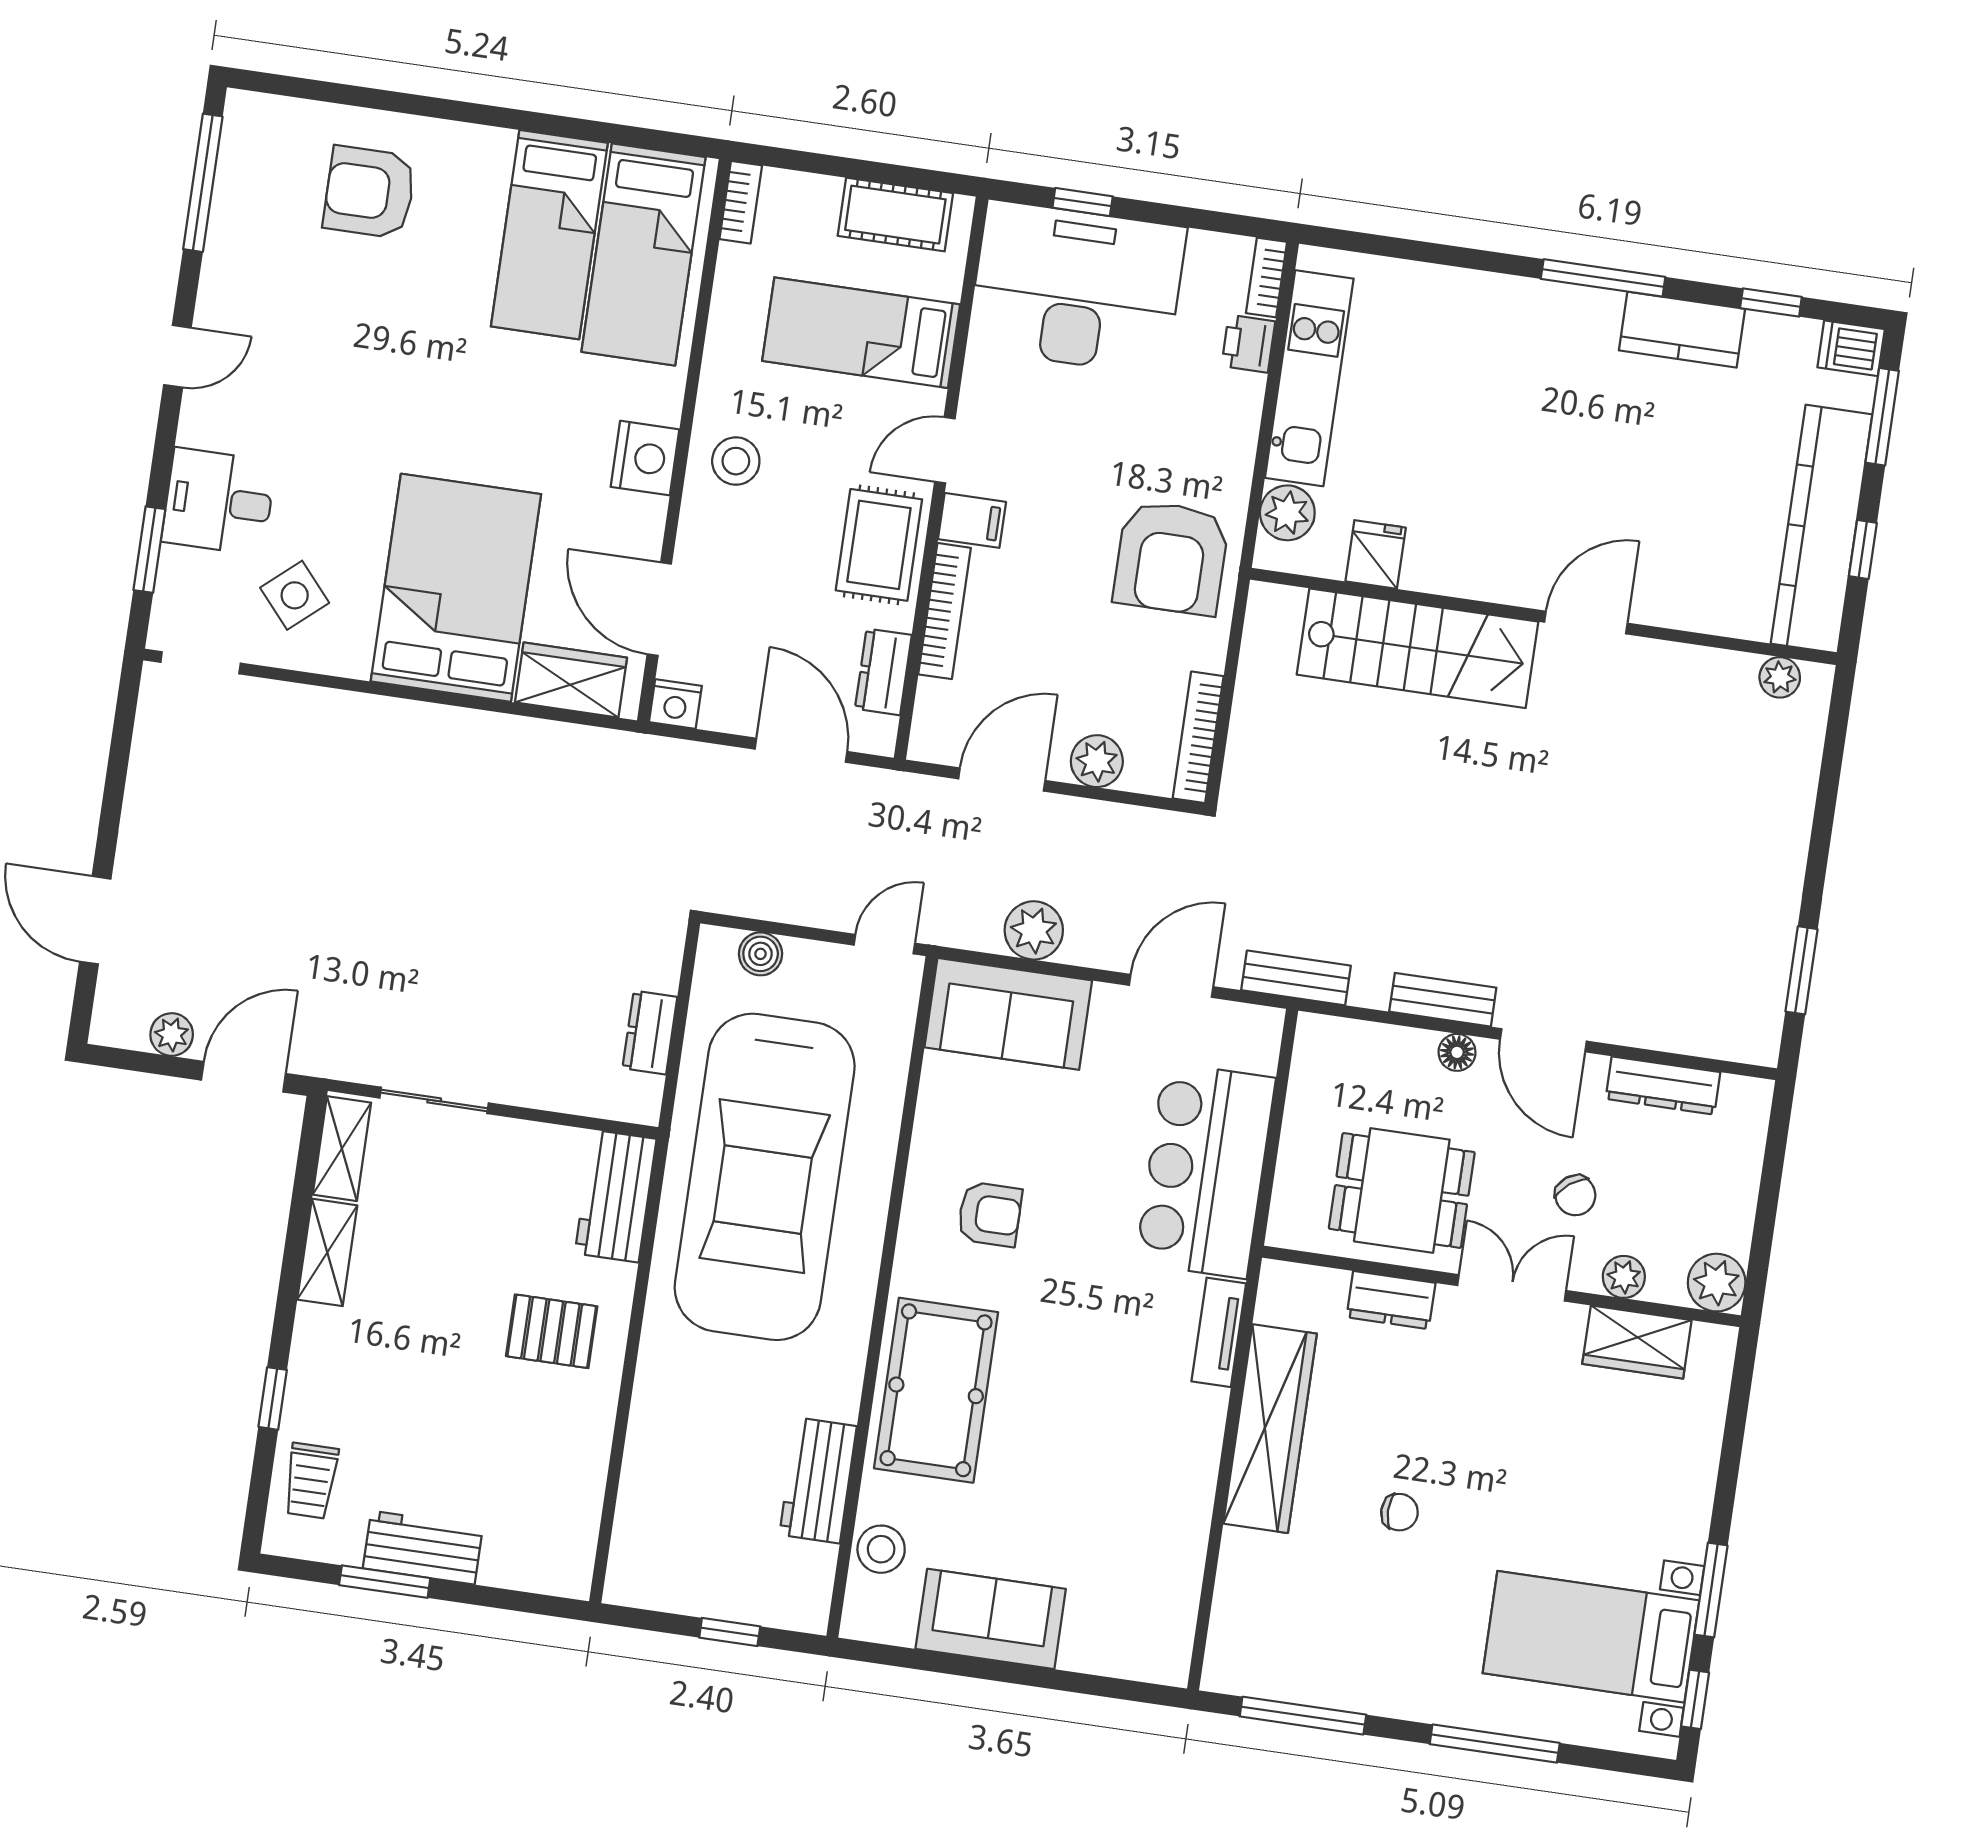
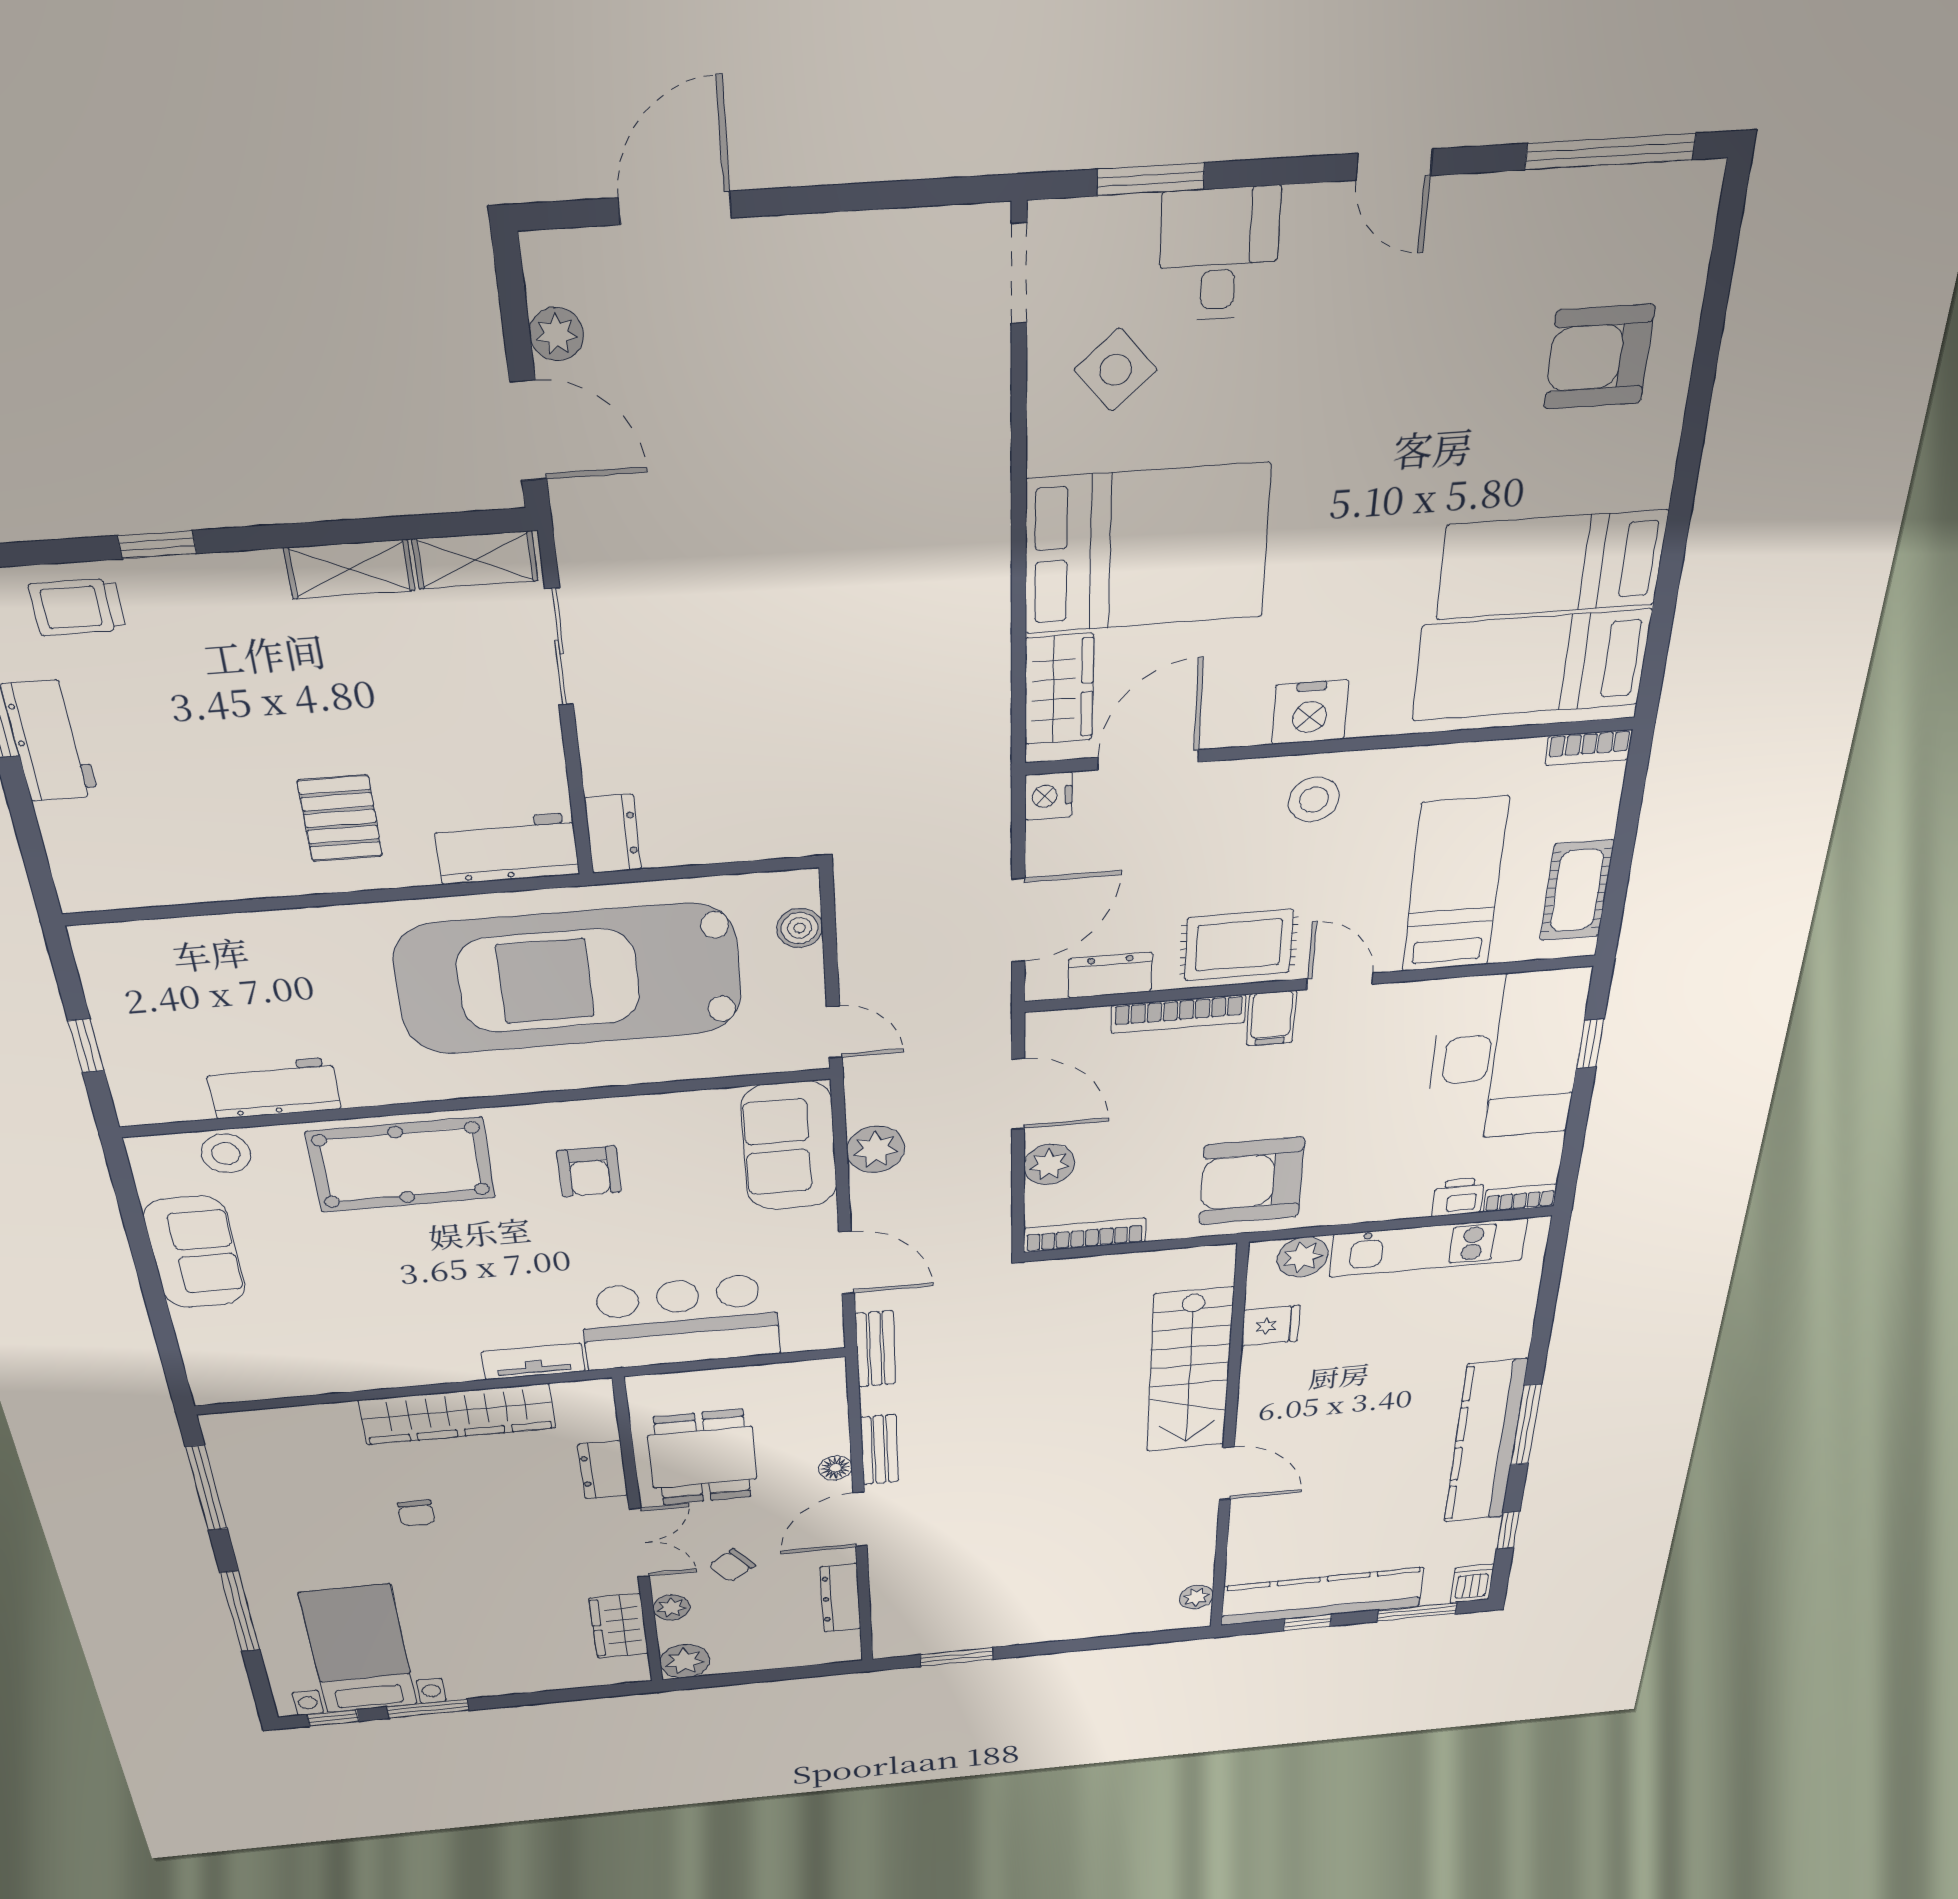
armchair: (369, 192) -> (1599, 357), turned -90
kitchen counter: (1682, 330) -> (1485, 1442), width x2.08, depth x1.17
dresser: (650, 1033) -> (613, 834), moved, turned 90

